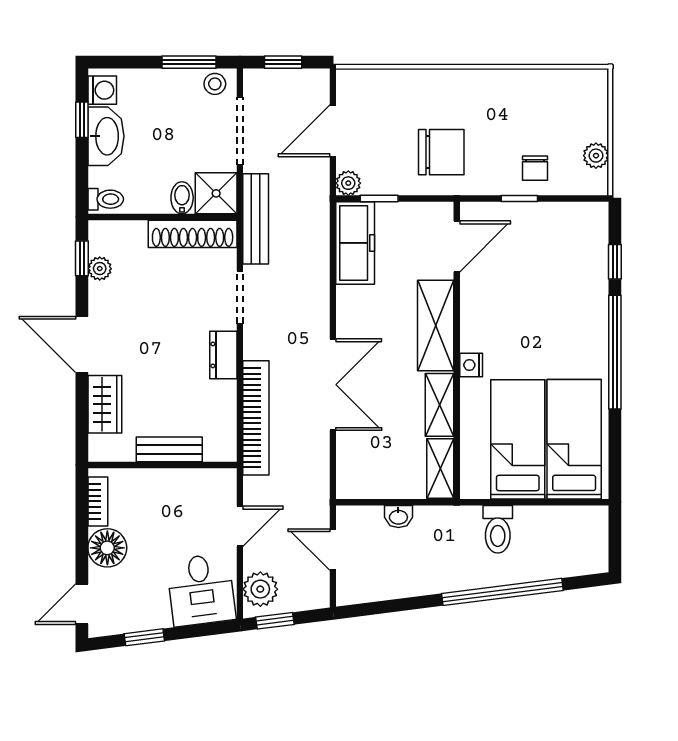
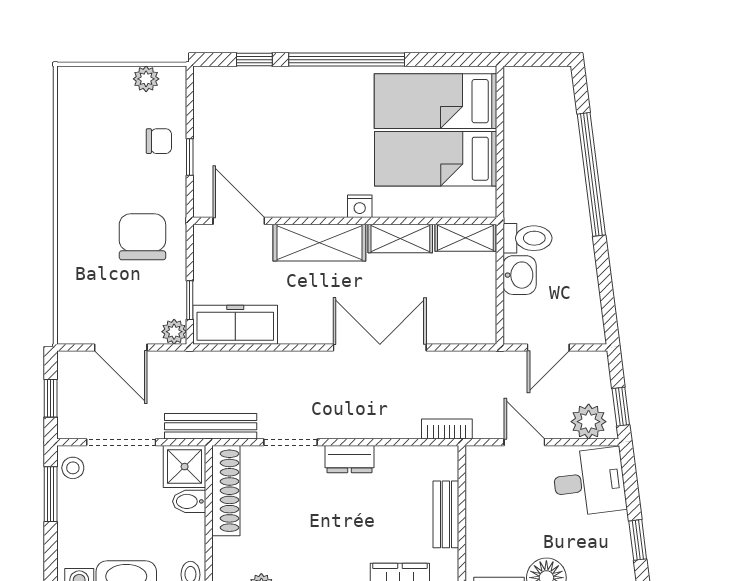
bookcase: (256, 418) -> (447, 429), width x0.43, depth x0.76
washbasin: (398, 517) -> (520, 275), width x1.38, depth x1.45
toilet: (498, 529) -> (527, 238), moved

